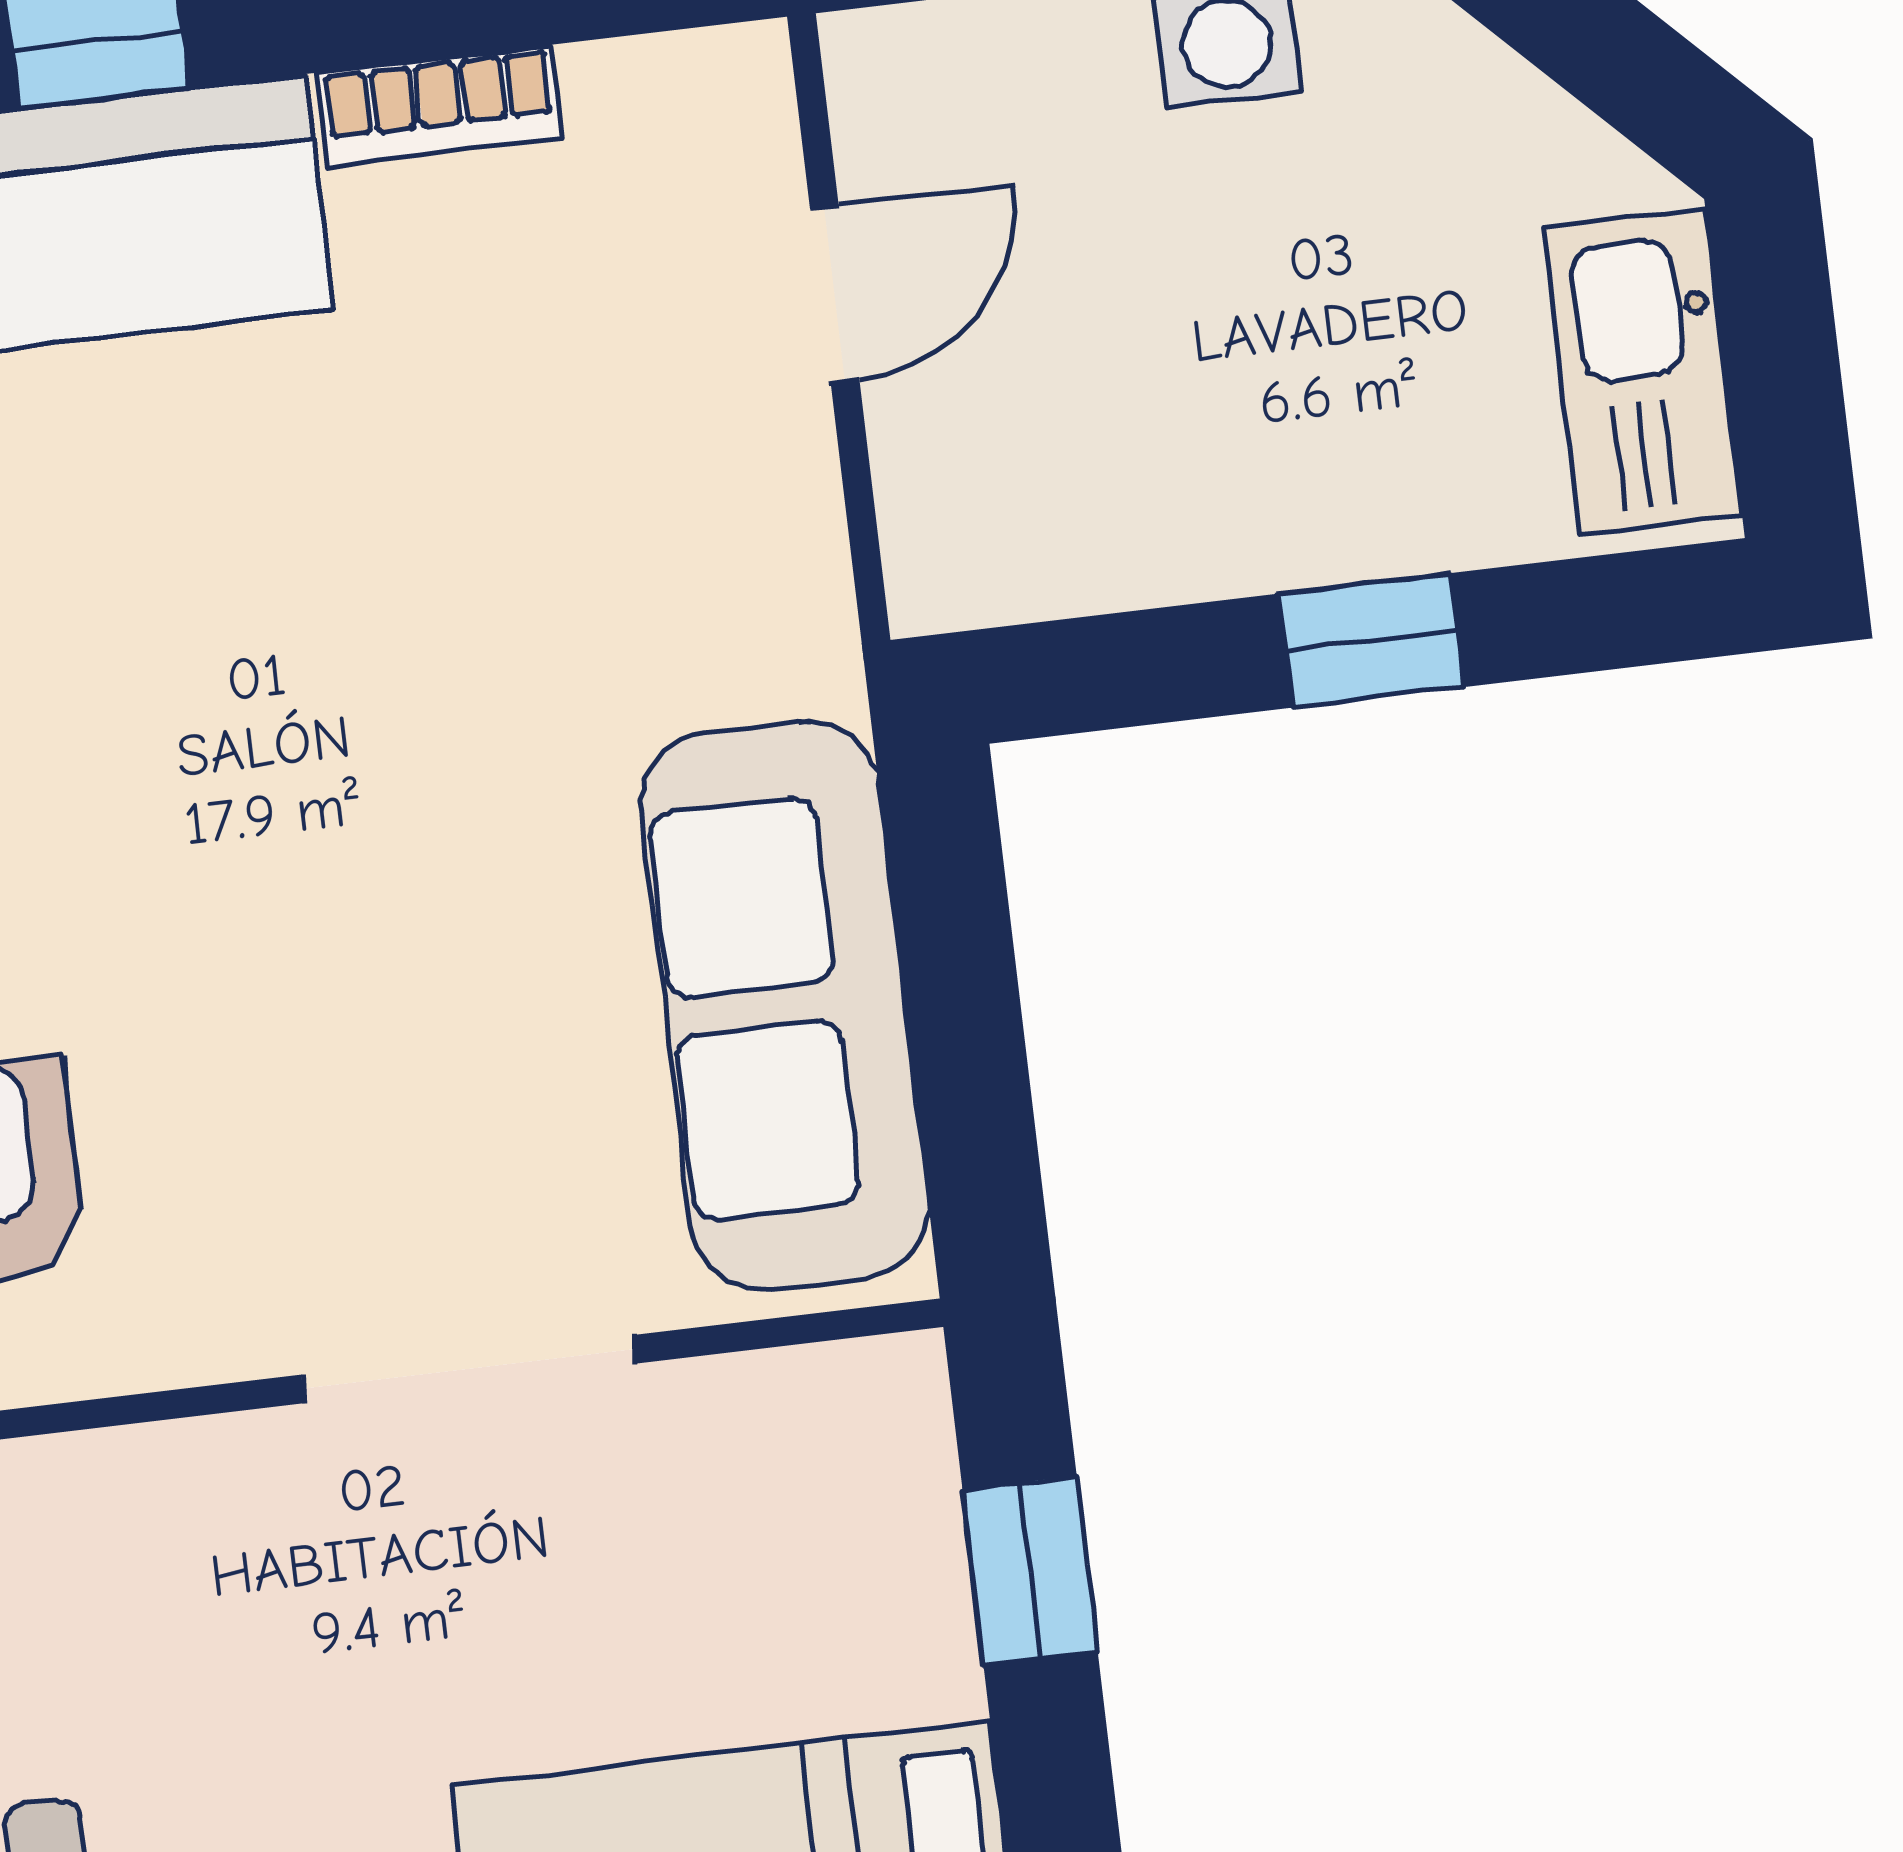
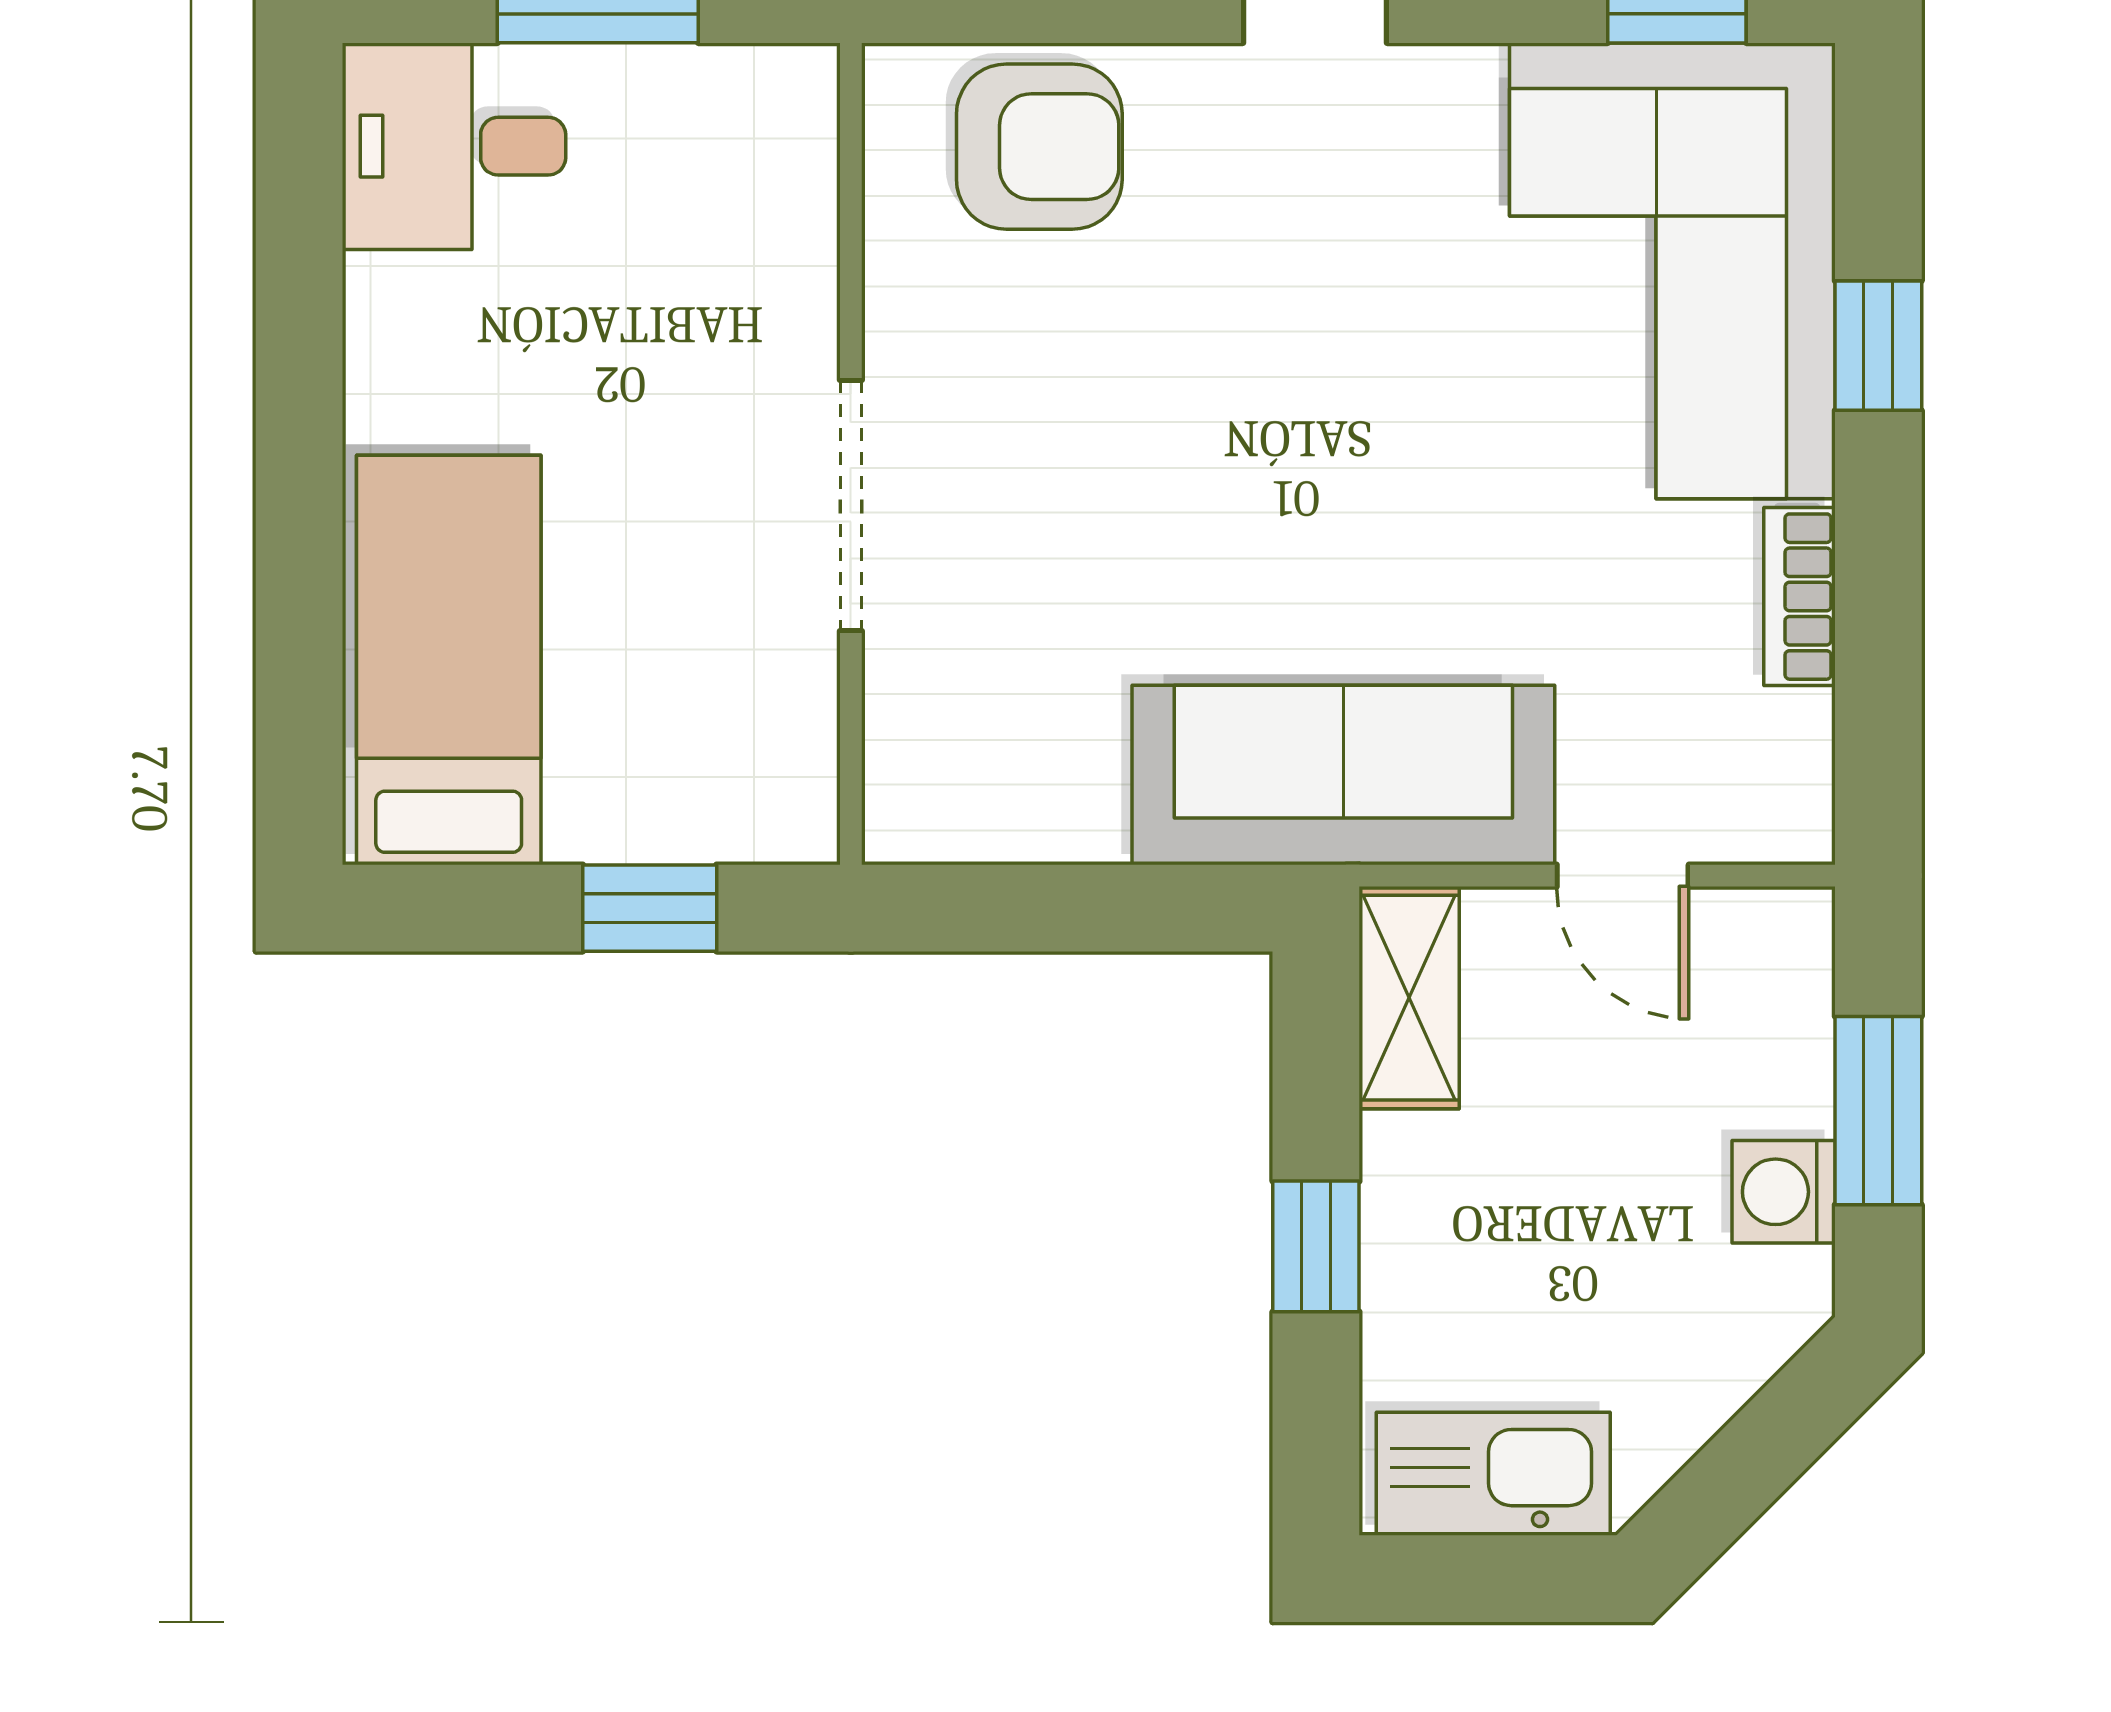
shelving: (1029, 557) -> (1409, 998), added
sofa: (785, 1005) -> (1343, 775), moved

